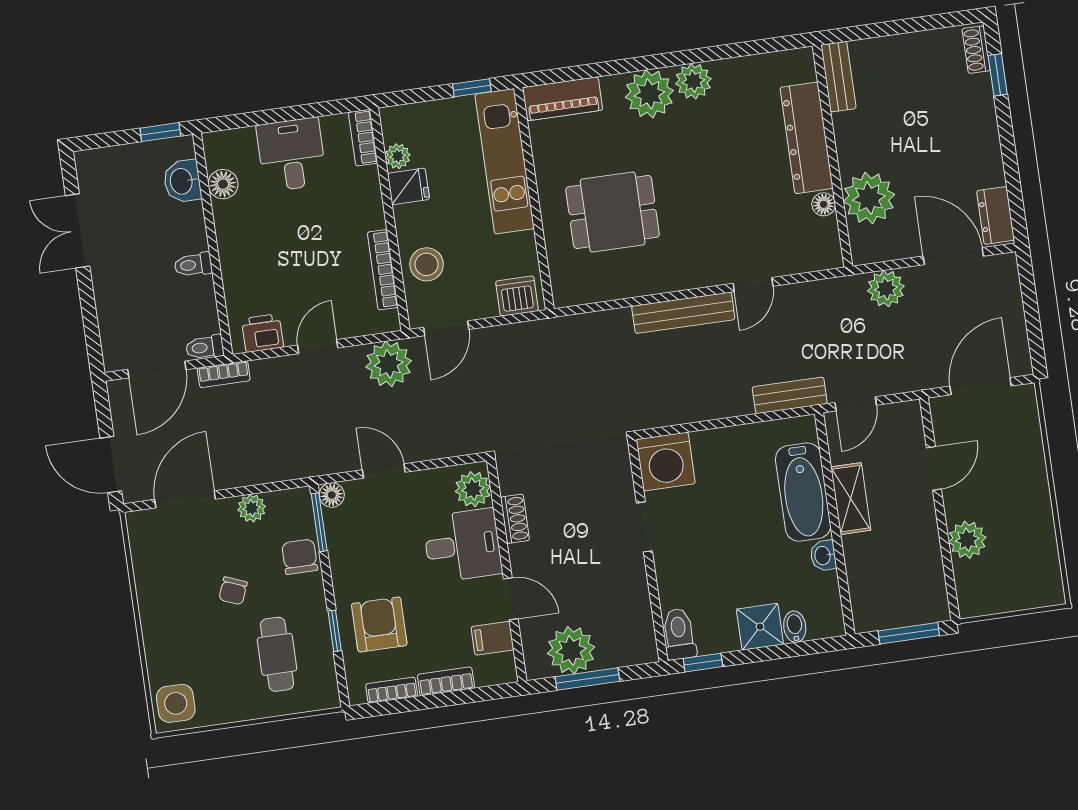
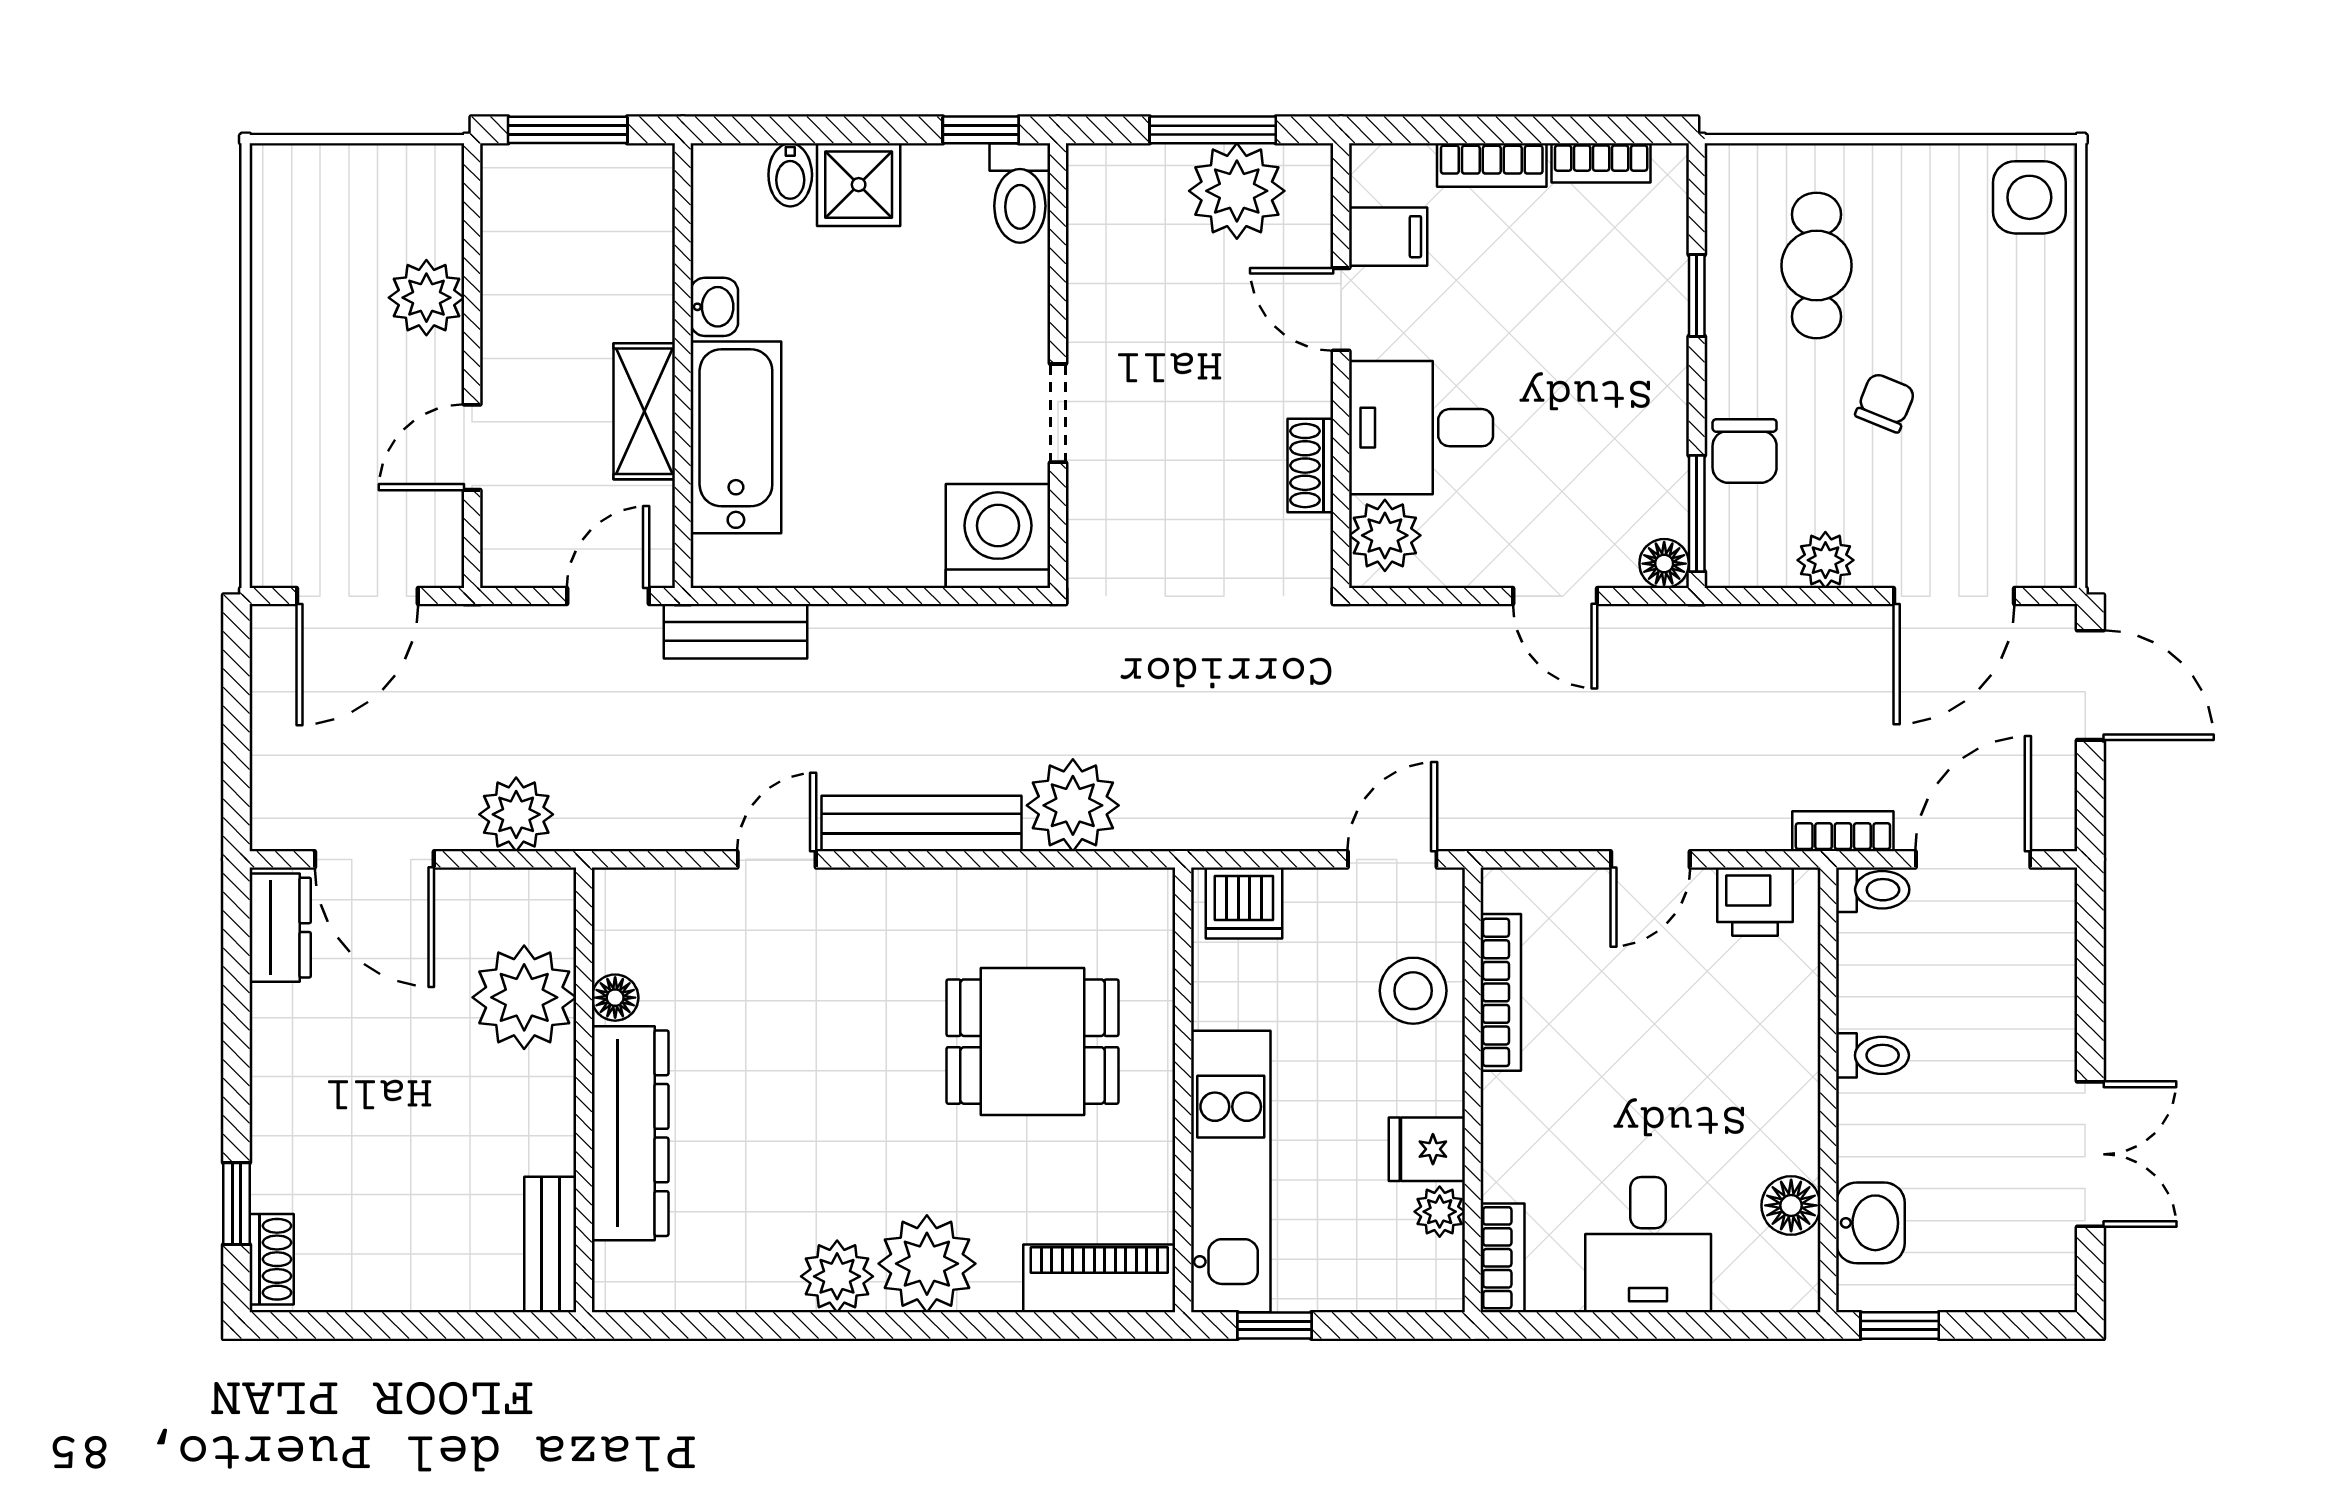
plant: (389, 364) -> (1073, 805), moved
armchair: (379, 624) -> (1607, 296), removed

